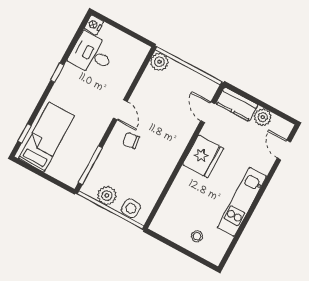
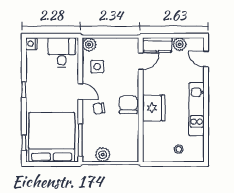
desk: (92, 54) -> (62, 52), moved, turned 90
door: (208, 112) -> (141, 61), swing flipped
bed: (46, 137) -> (52, 137), width x2.04
chair: (167, 154) -> (128, 105), added
fridge: (203, 156) -> (154, 108), moved
side table: (131, 208) -> (97, 67), moved

